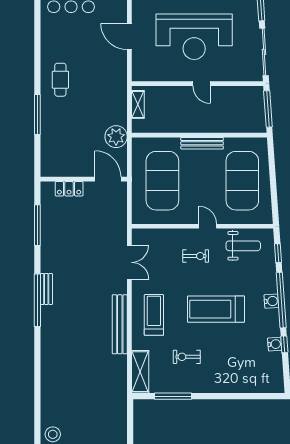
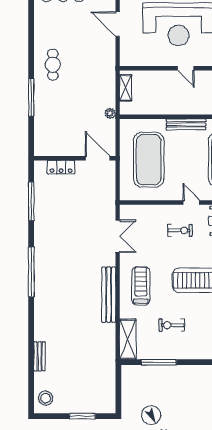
plant: (116, 137) -> (110, 113), width x0.53, depth x0.53
bench: (46, 289) -> (40, 356), moved

